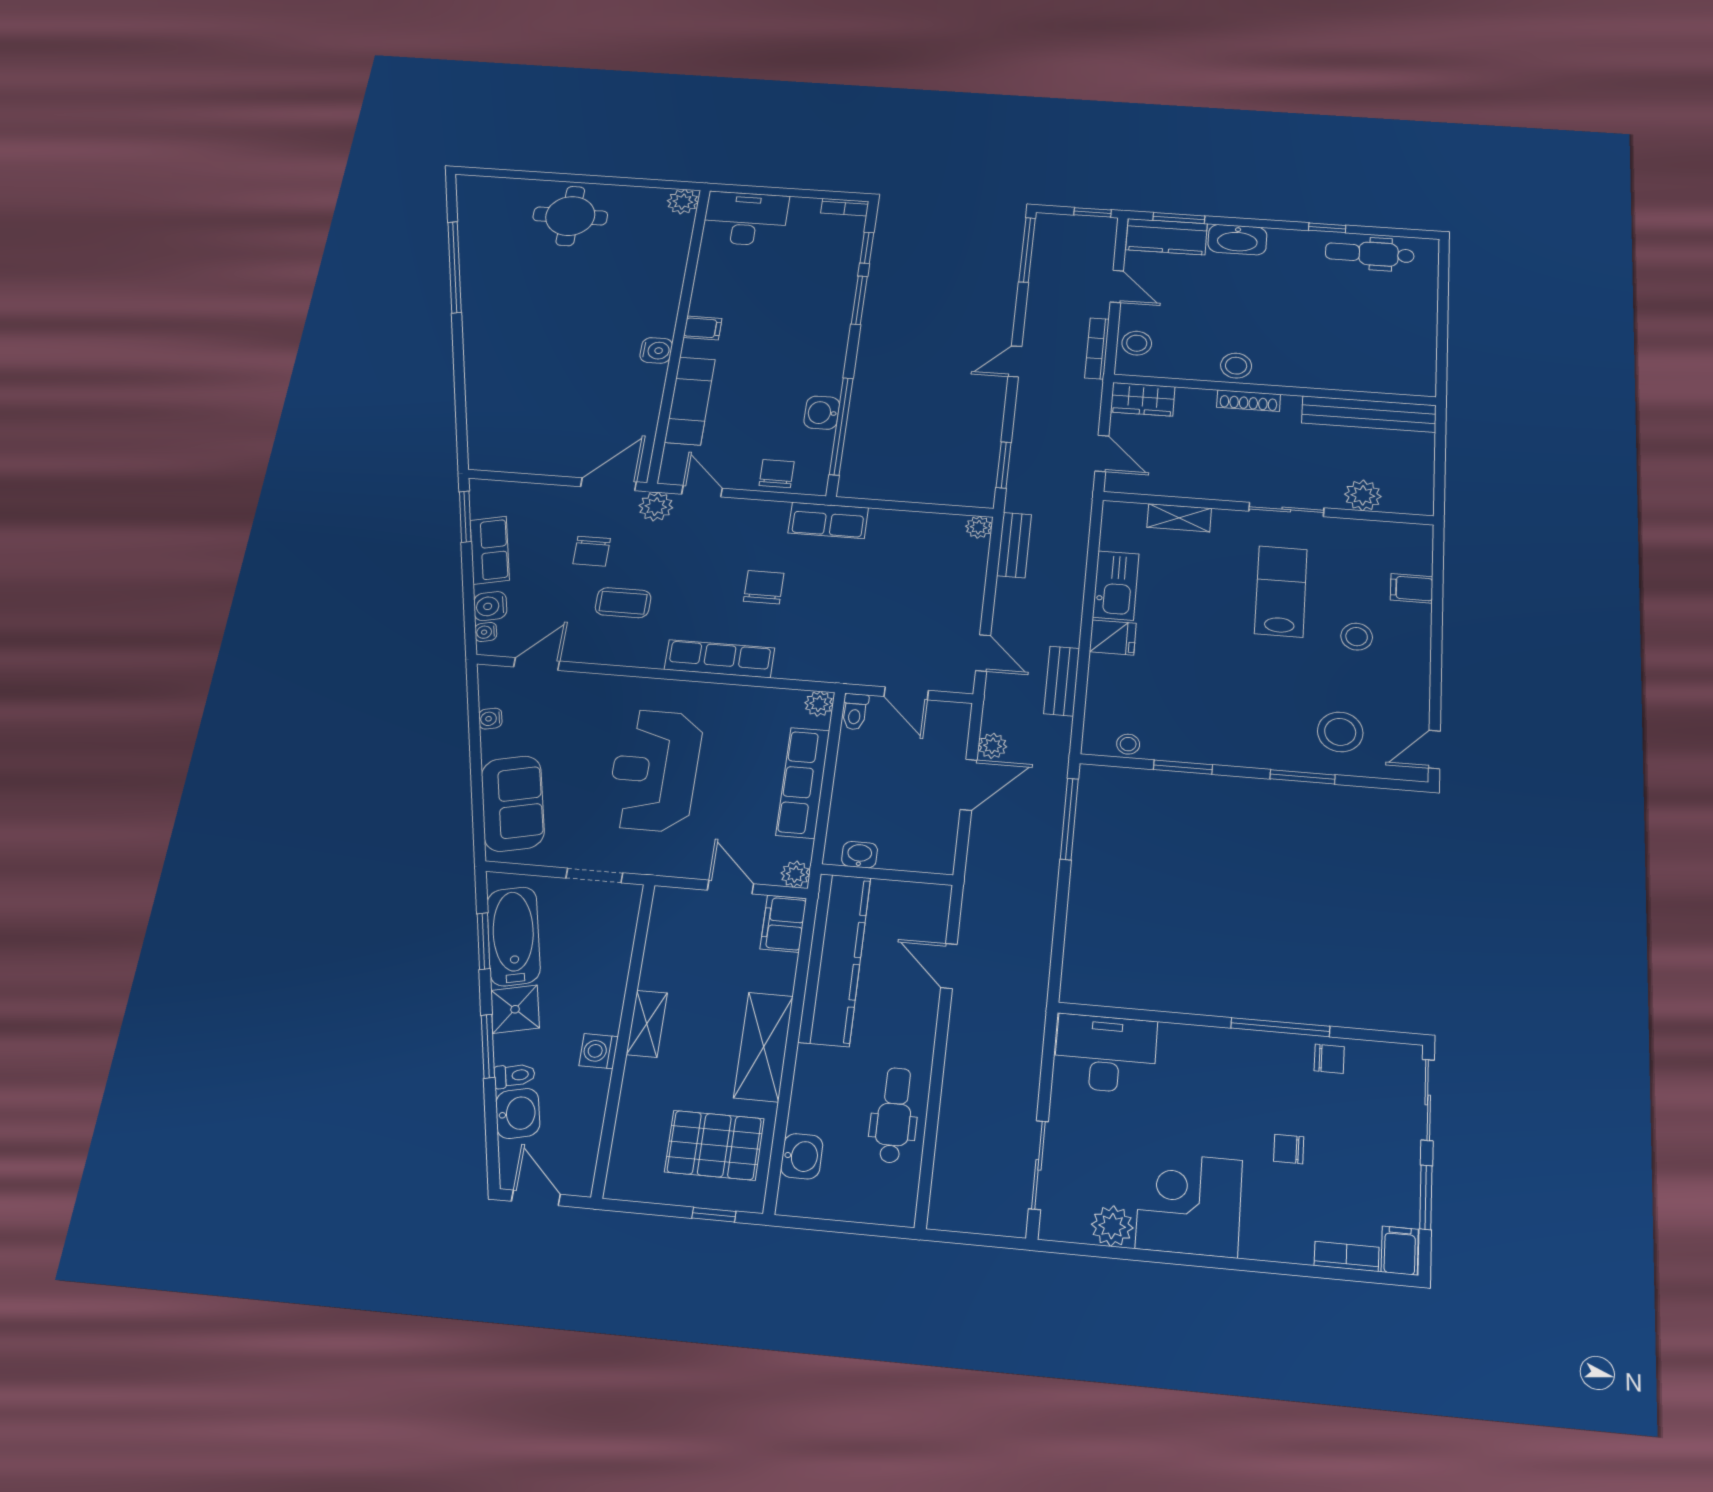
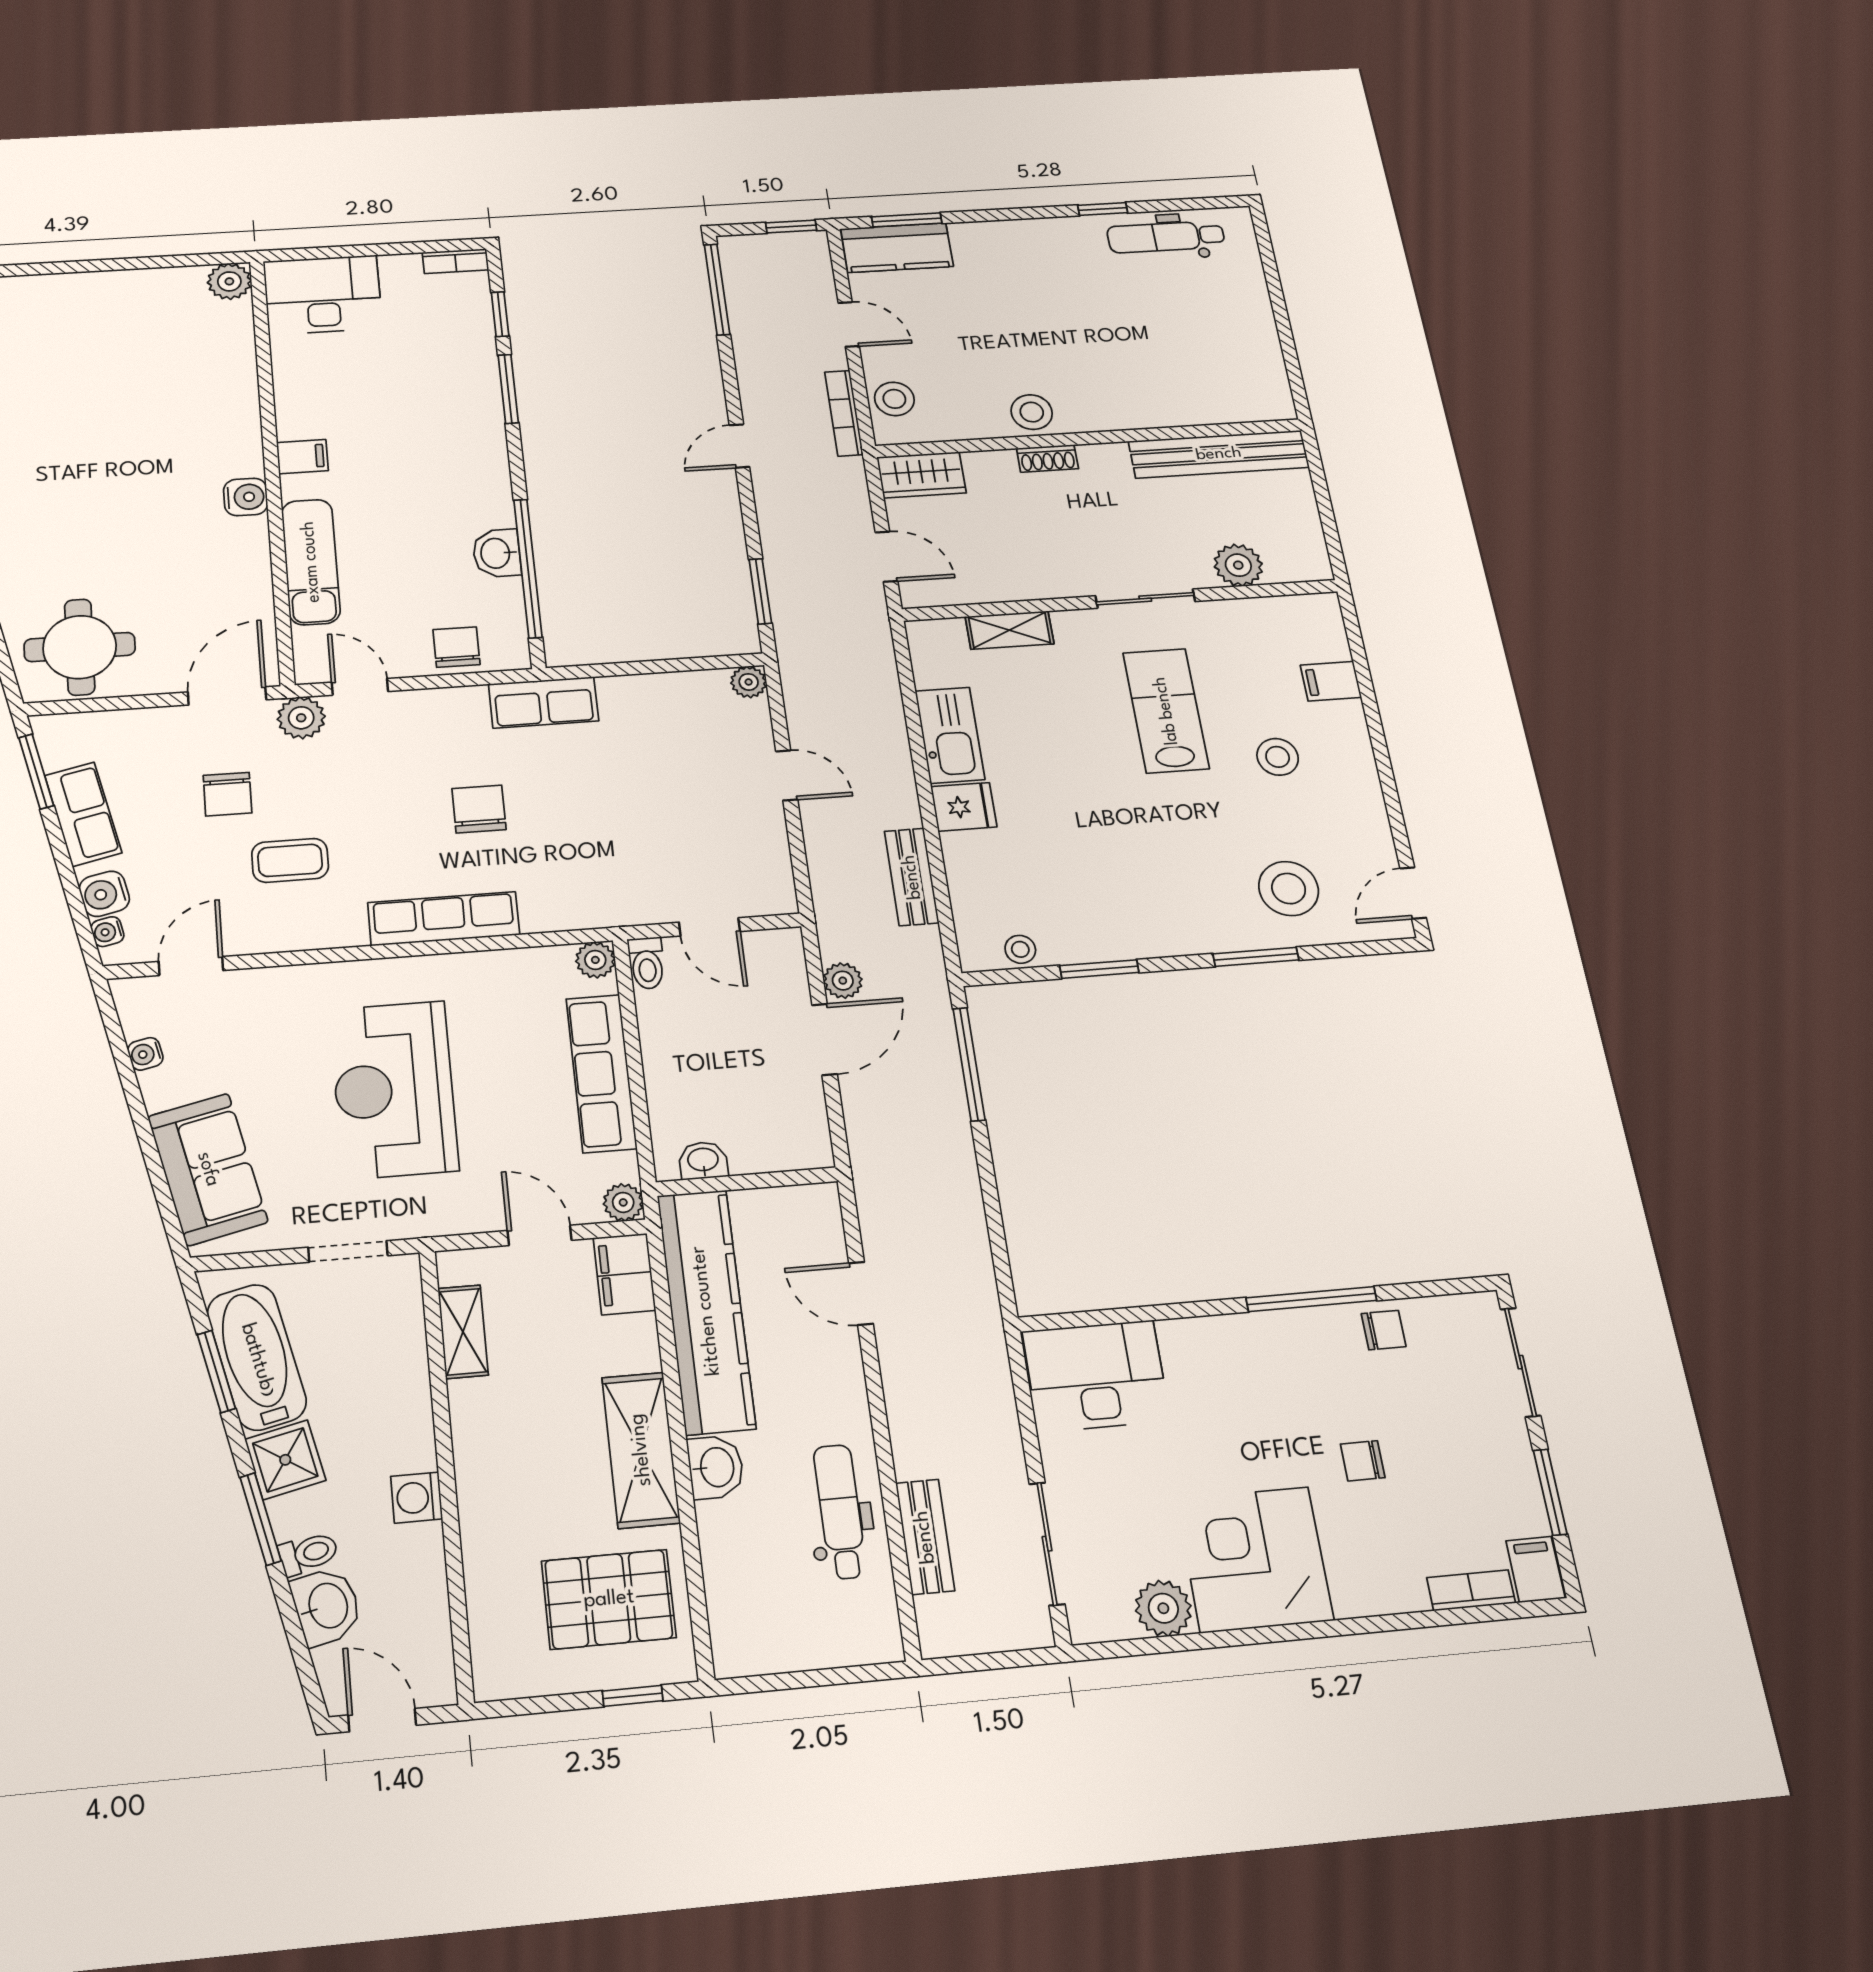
round table: (570, 216) -> (80, 647), moved
washbasin: (1237, 240) -> (991, 240), removed
shoe rack: (1249, 401) -> (1047, 458), width x0.70
bench: (1014, 545) -> (925, 1537), moved
door: (983, 653) -> (787, 775), moved
shelving: (647, 1024) -> (463, 1332), moved
washbasin: (802, 1156) -> (716, 1467), moved

